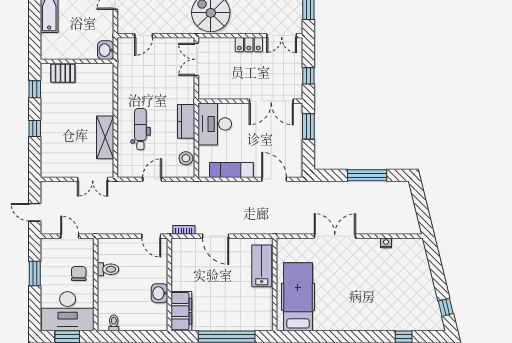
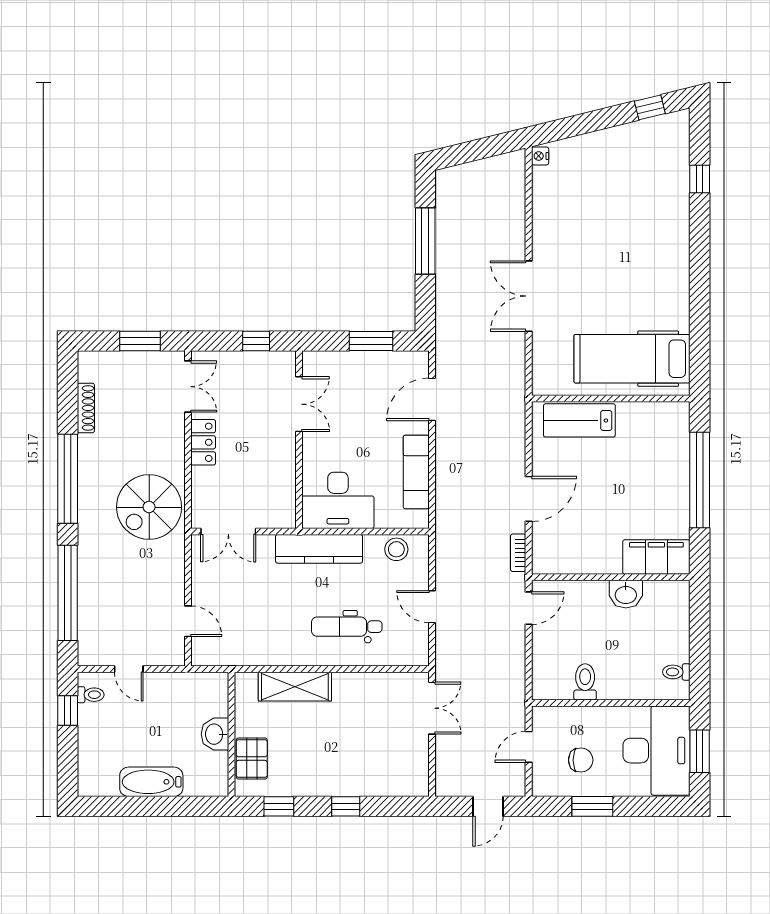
washbasin: (106, 50) -> (215, 734), moved, turned 90
double door: (271, 101) -> (299, 404), width x0.73
kitchen counter: (186, 121) -> (319, 549), width x1.50
window: (308, 126) -> (371, 341), moved
shelving: (105, 137) -> (295, 687), moved
nightstand: (386, 243) -> (540, 156), moved
chair: (79, 274) -> (581, 760), moved, turned 180

